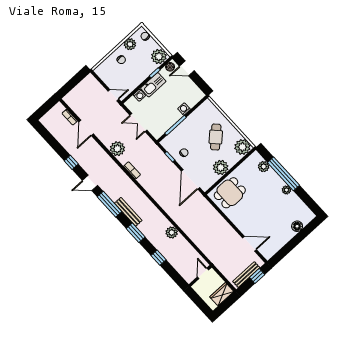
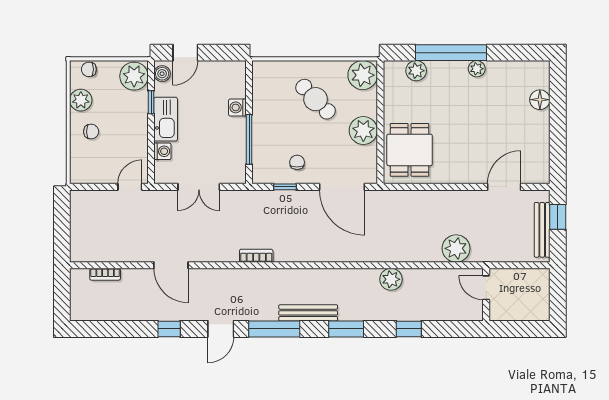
door: (86, 128) -> (171, 265), moved
plant: (117, 149) -> (456, 248), moved
wardrobe: (222, 294) -> (538, 288), removed

